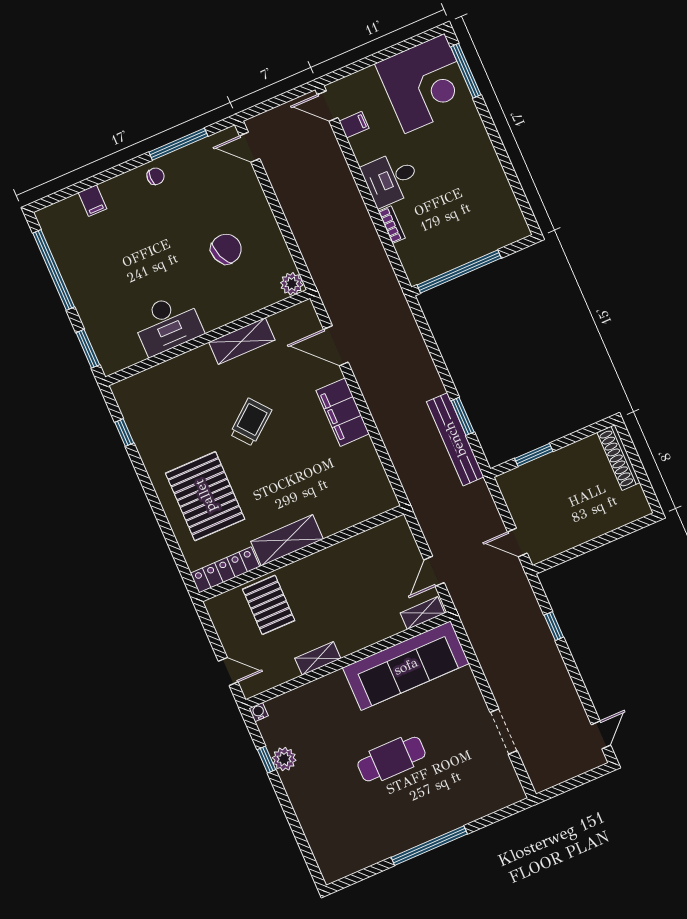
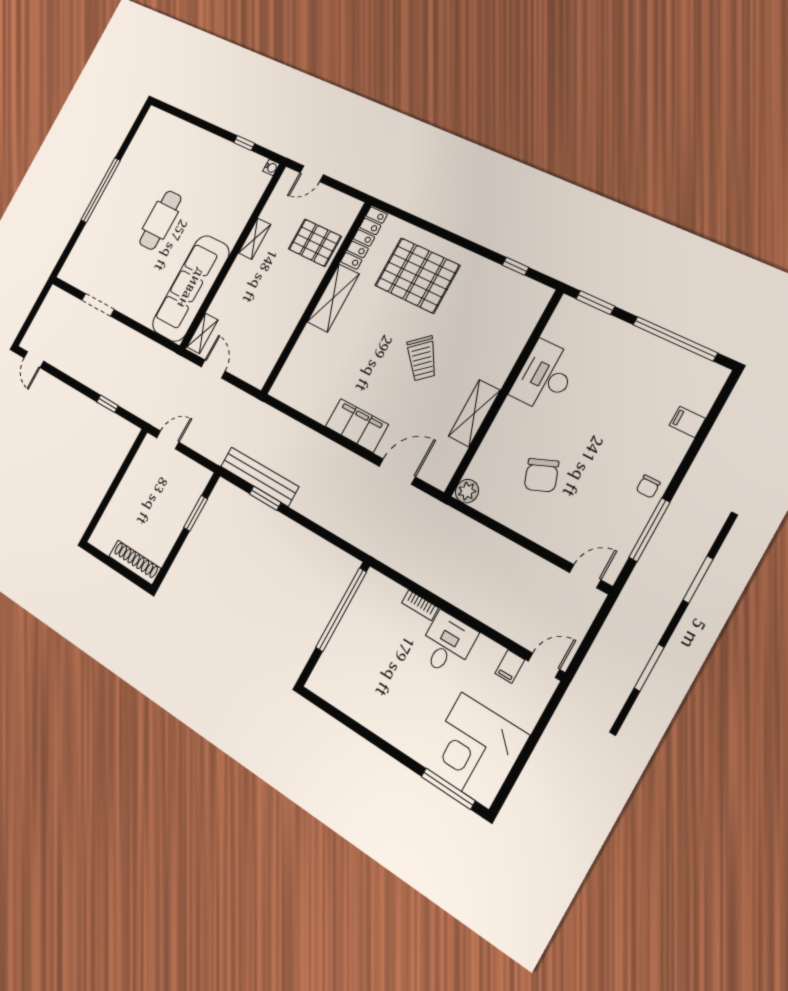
plant: (284, 759) -> (232, 154), removed

